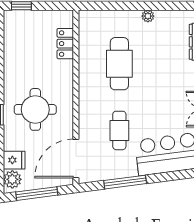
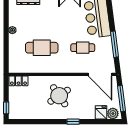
locker: (65, 44) -> (18, 81), moved
round table: (35, 109) -> (59, 96), moved, turned -34

